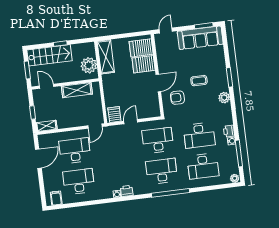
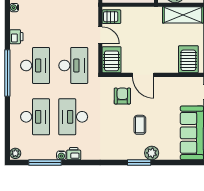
server rack: (144, 64) -> (112, 60), moved
plant: (224, 98) -> (152, 153), moved
desk: (203, 166) -> (35, 117), turned 180
printer: (127, 191) -> (16, 37), moved

